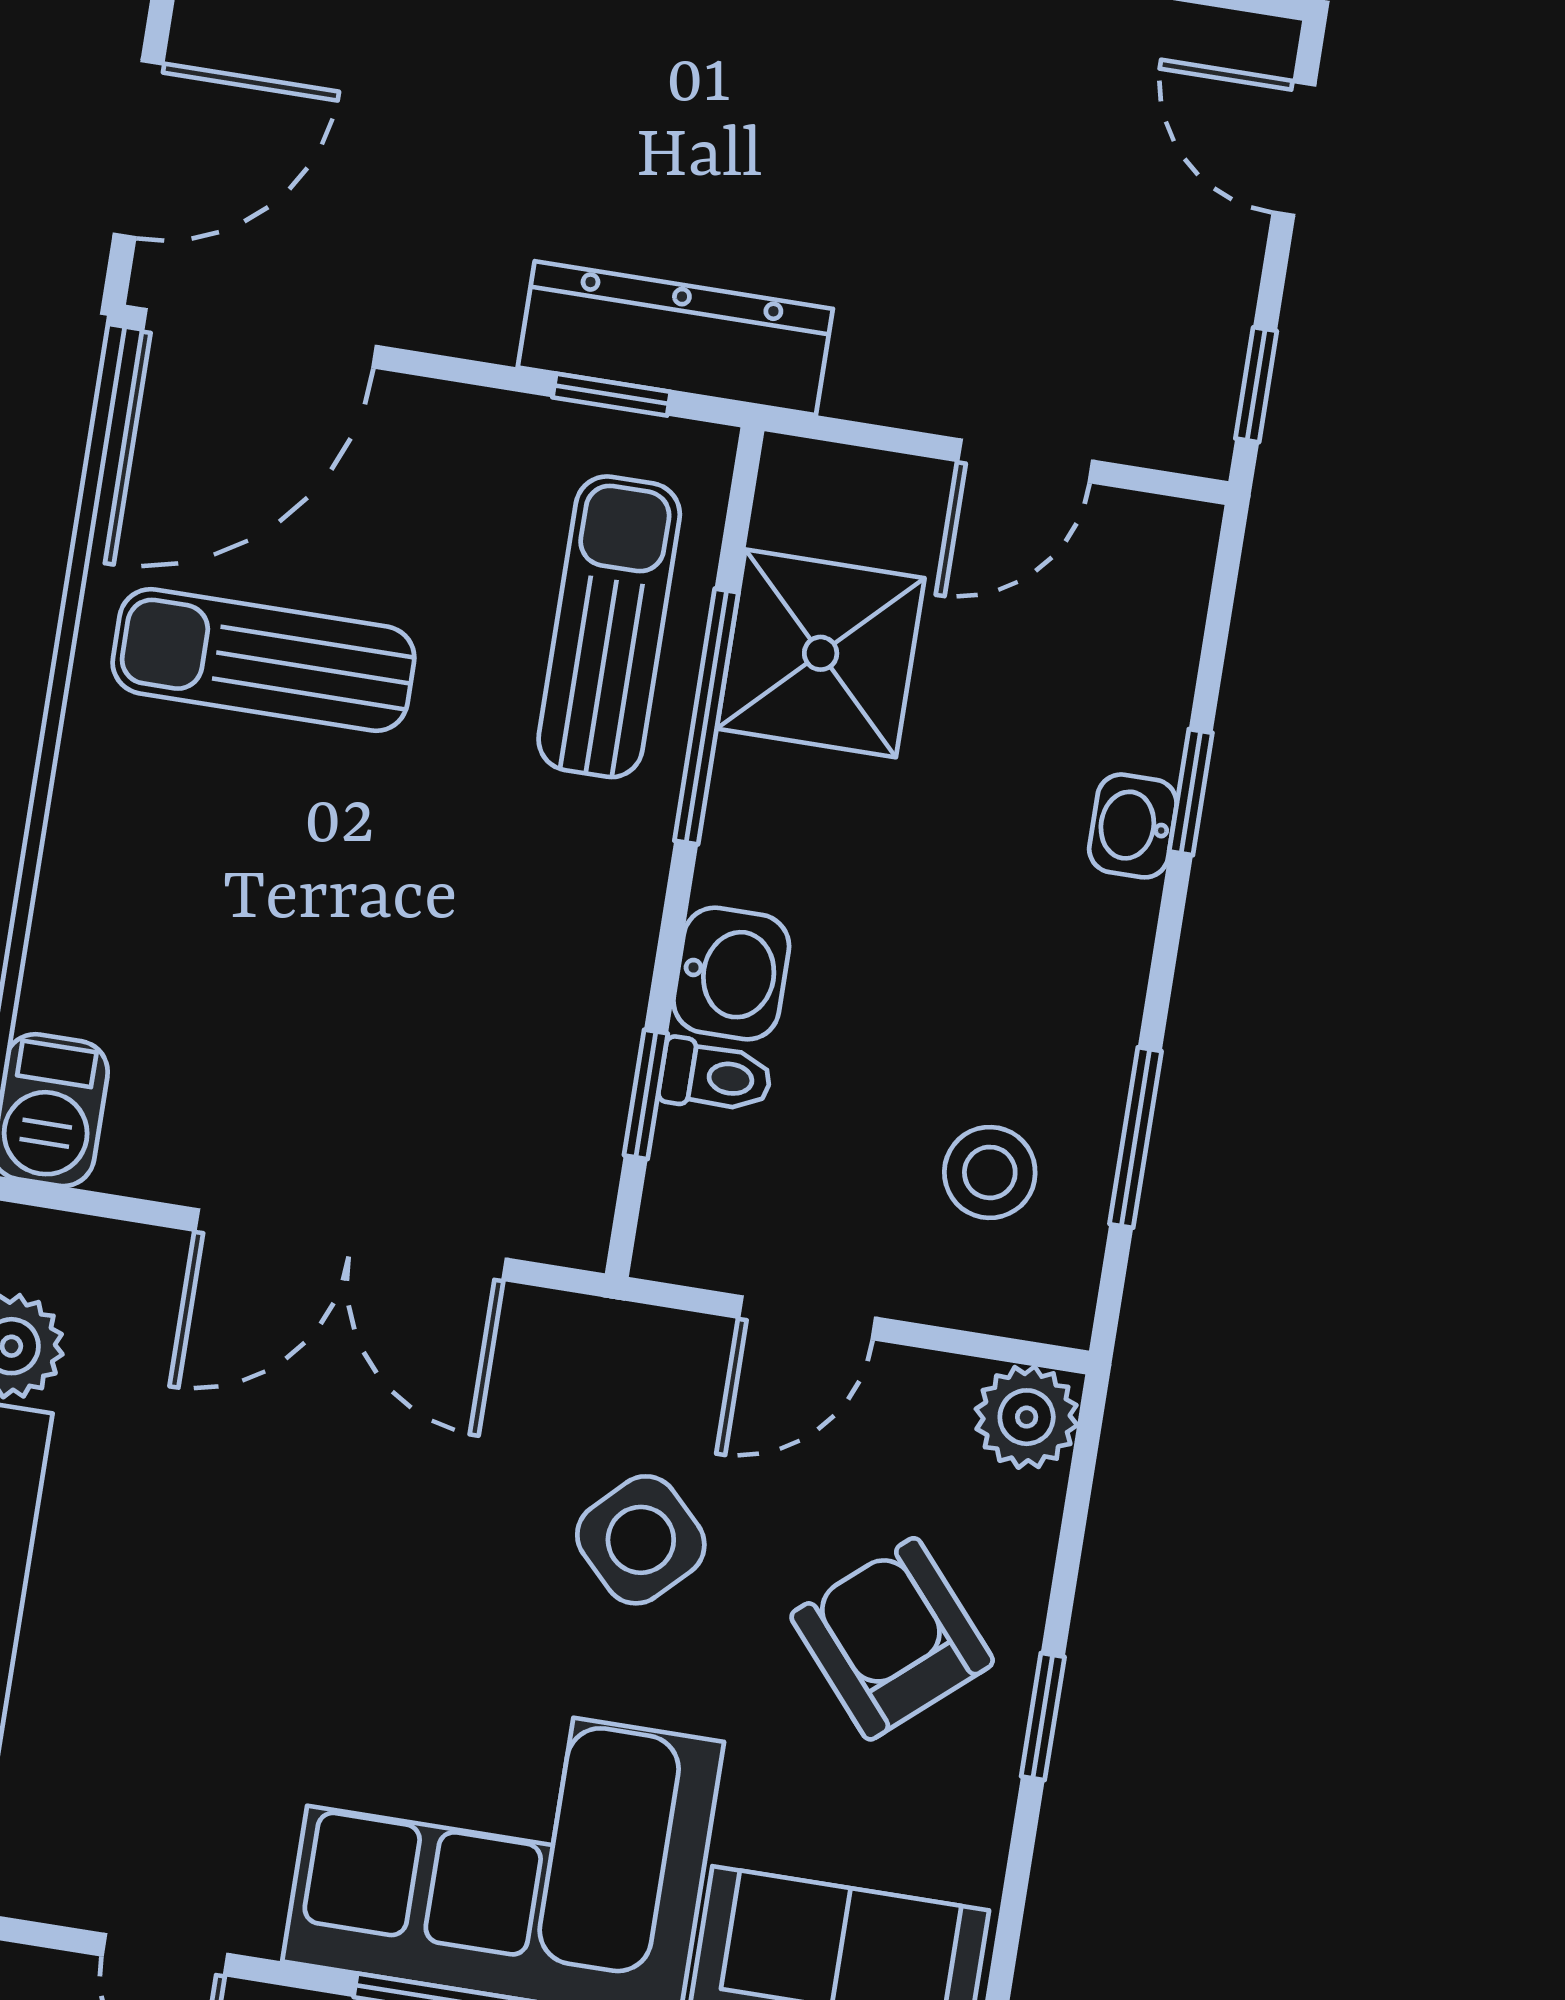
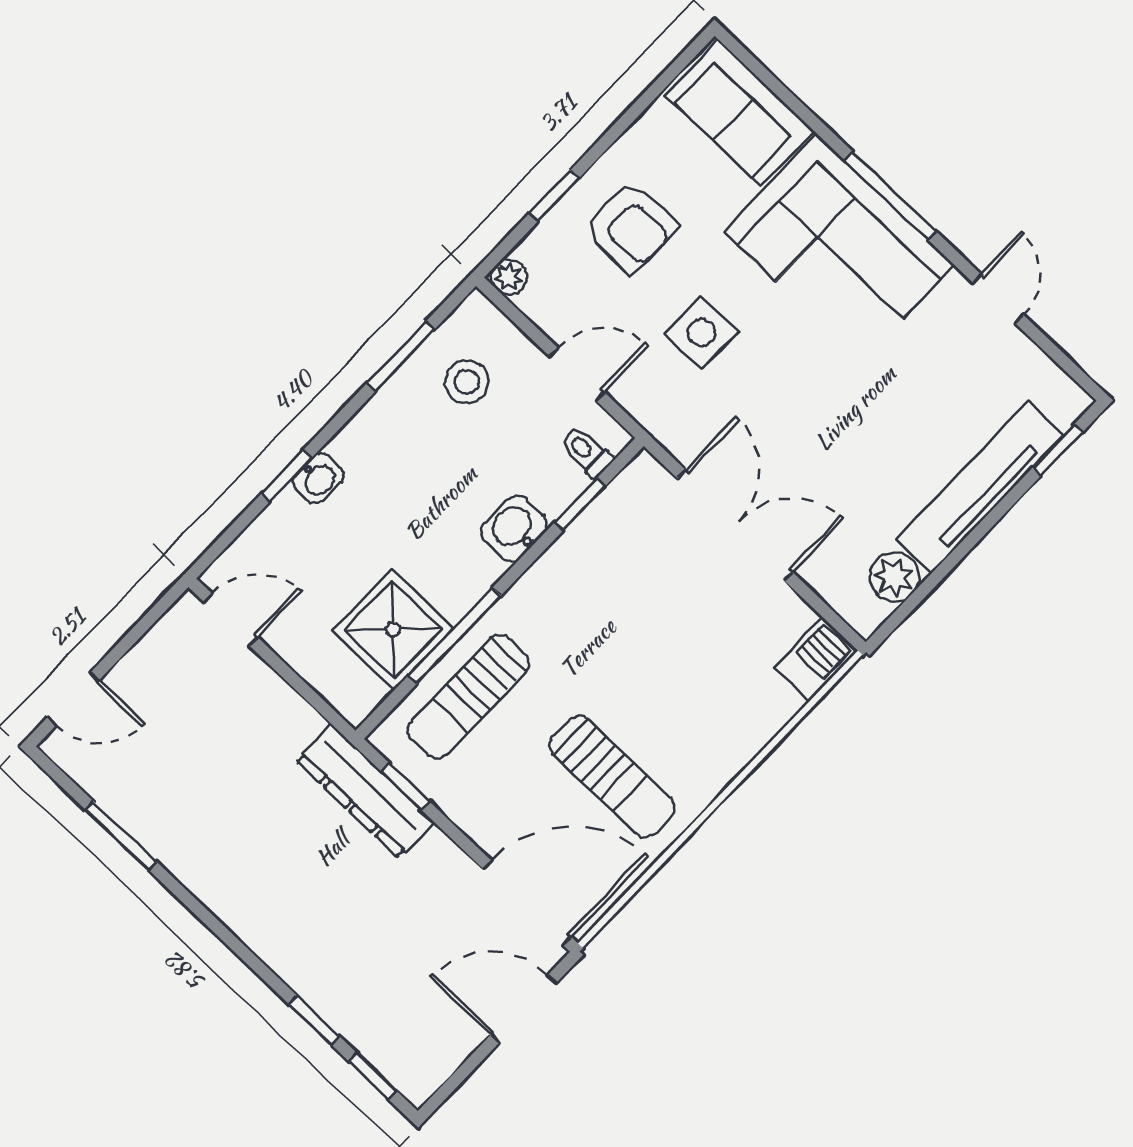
door: (1294, 148) -> (73, 699), hinge flipped
window: (1256, 385) -> (152, 617), removed
door: (1025, 461) -> (231, 620), moved
toilet: (716, 1076) -> (587, 452), moved
plant: (1027, 1417) -> (509, 277), width x0.73, depth x0.73
side table: (641, 1540) -> (701, 332), turned 45
armchair: (892, 1639) -> (630, 226), turned -49
window: (1043, 1717) -> (554, 196), moved

